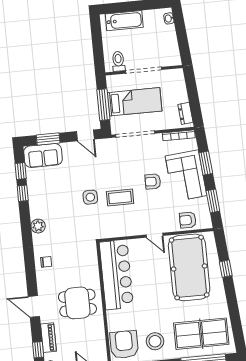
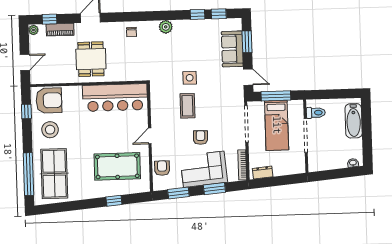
door: (85, 135) -> (248, 77), swing flipped
sofa: (43, 155) -> (232, 49), moved
pool table: (189, 267) -> (117, 166), width x0.73, depth x0.76

